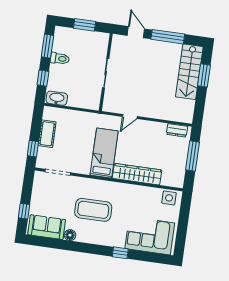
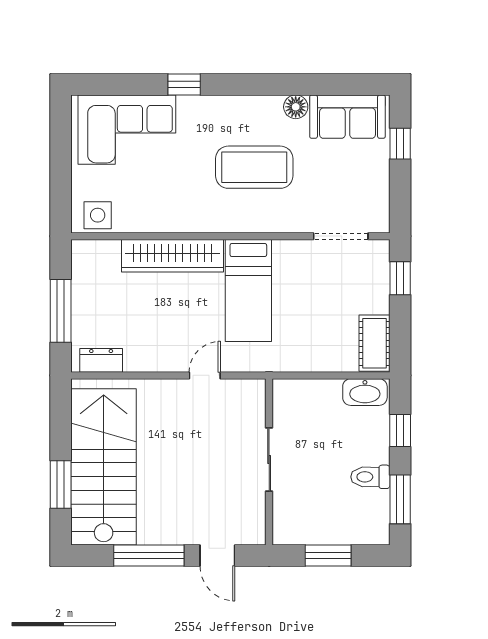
stairs: (189, 72) -> (104, 467), width x1.36, depth x1.51
cot: (47, 134) -> (374, 343), moved

